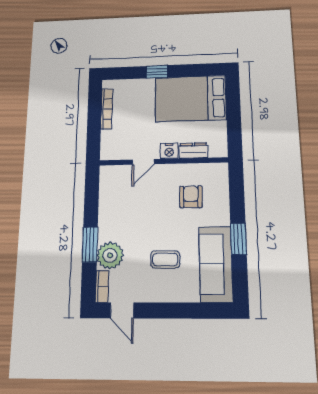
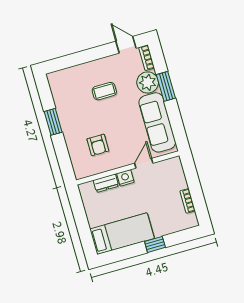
bed: (191, 98) -> (122, 234), width x0.67
bookcase: (107, 109) -> (188, 201), width x0.64
sofa: (216, 264) -> (157, 122), moved, turned 180

